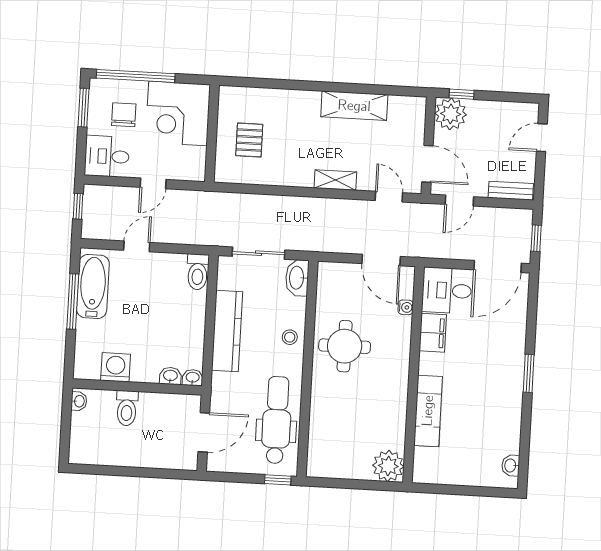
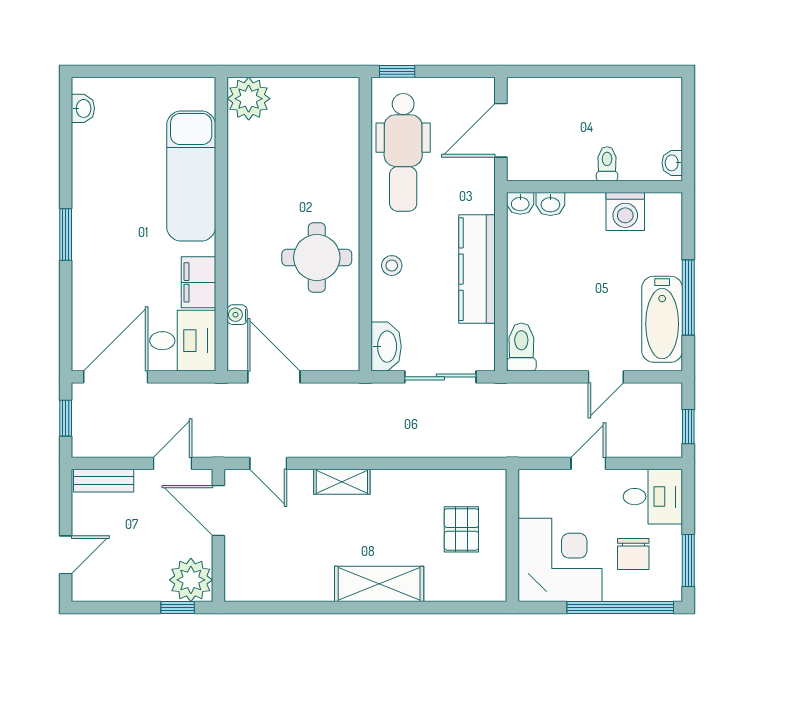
shelving: (354, 106) -> (379, 584), moved
toilet: (127, 408) -> (607, 164), width x0.73, depth x0.72
exam couch: (428, 411) -> (191, 176), width x1.36, depth x1.45

